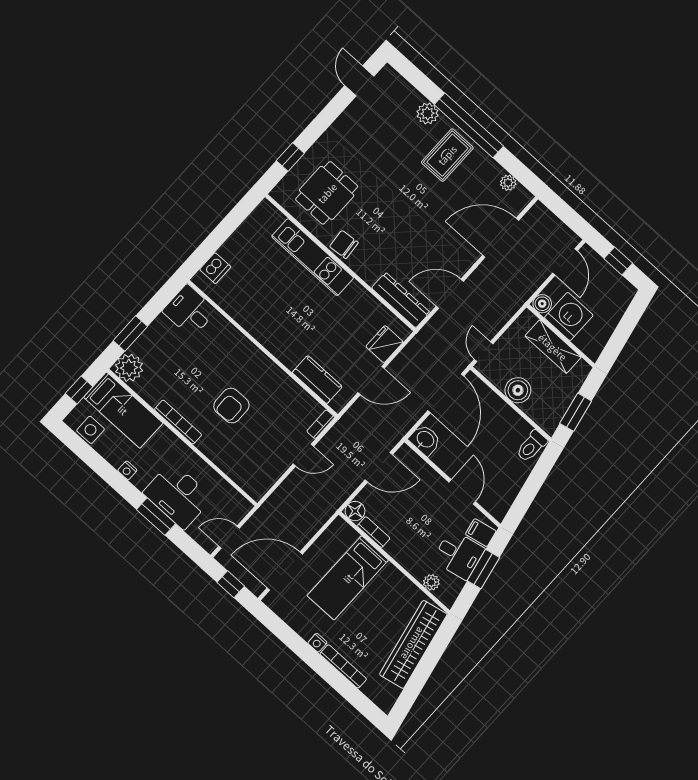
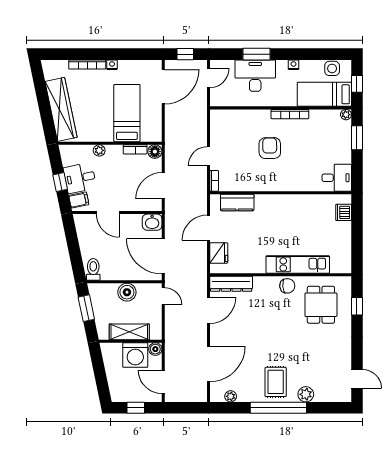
plant: (129, 368) -> (346, 115), width x0.53, depth x0.53
window: (483, 569) -> (60, 182), width x0.67
plant: (431, 582) -> (99, 150), moved

